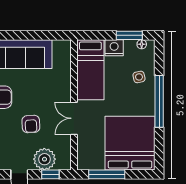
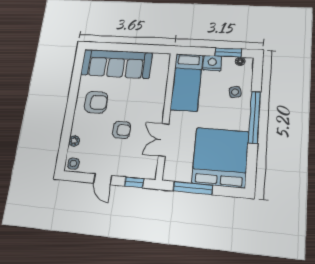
double door: (74, 118) -> (164, 140), moved
armchair: (31, 124) -> (122, 130), turned -86
plant: (44, 159) -> (130, 166), removed

